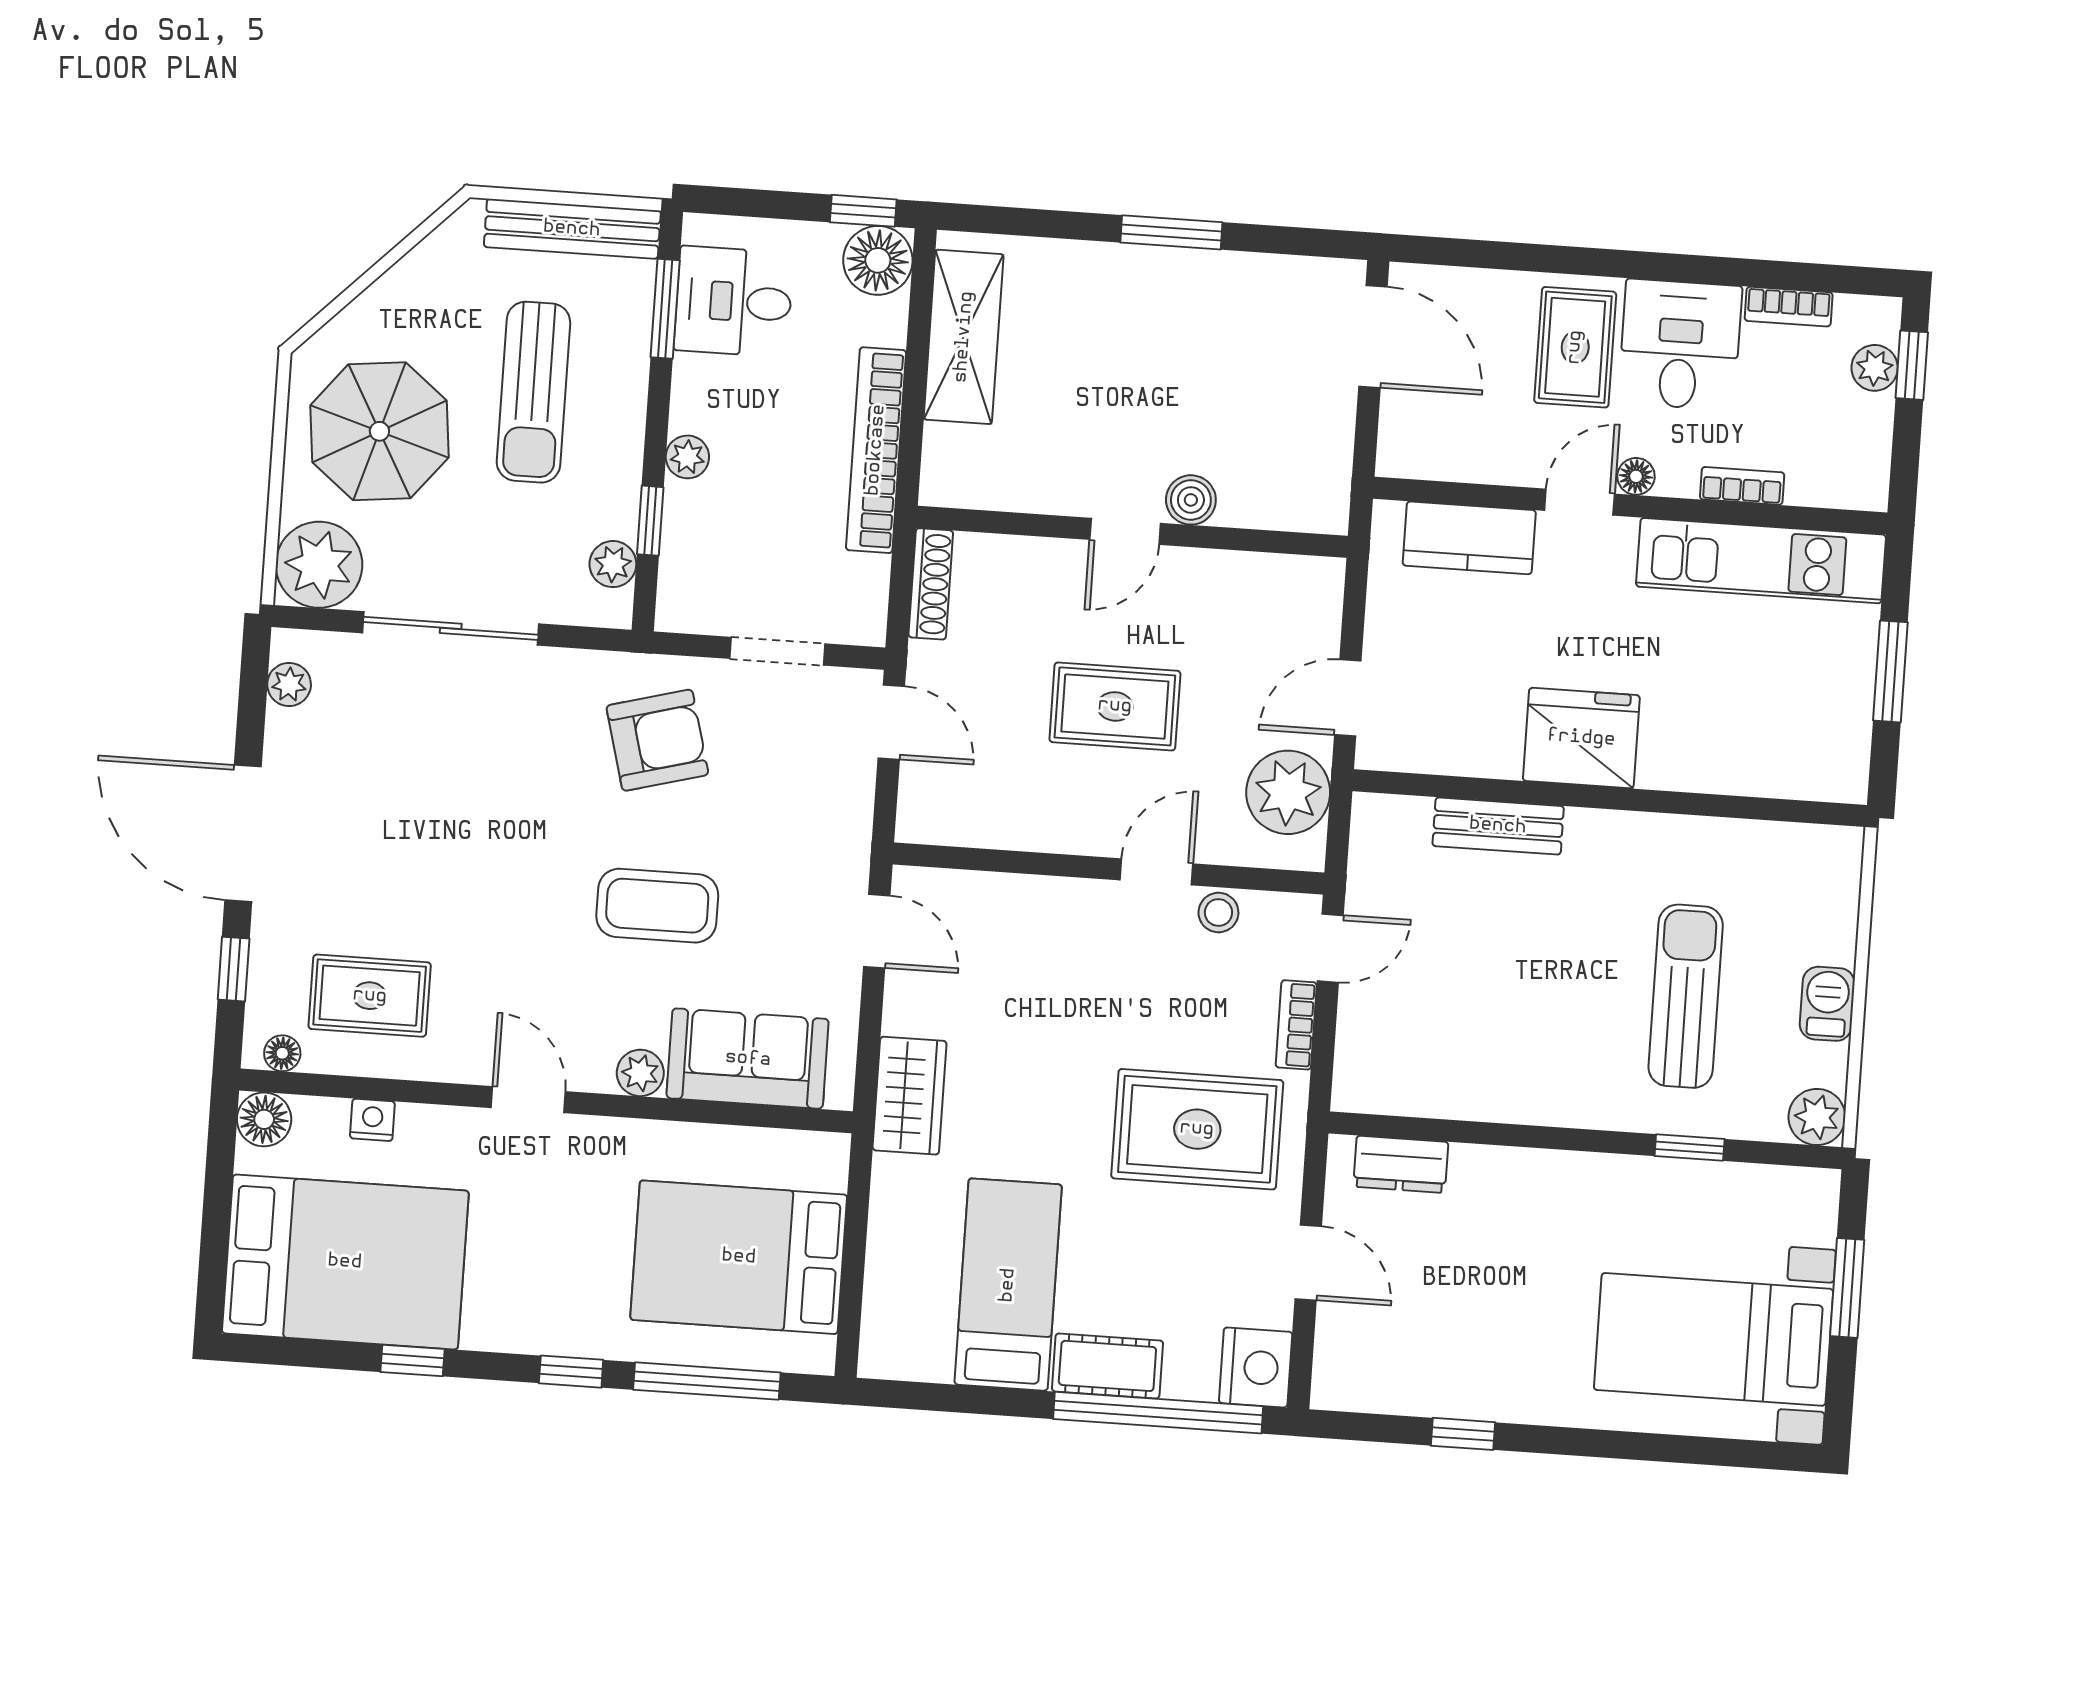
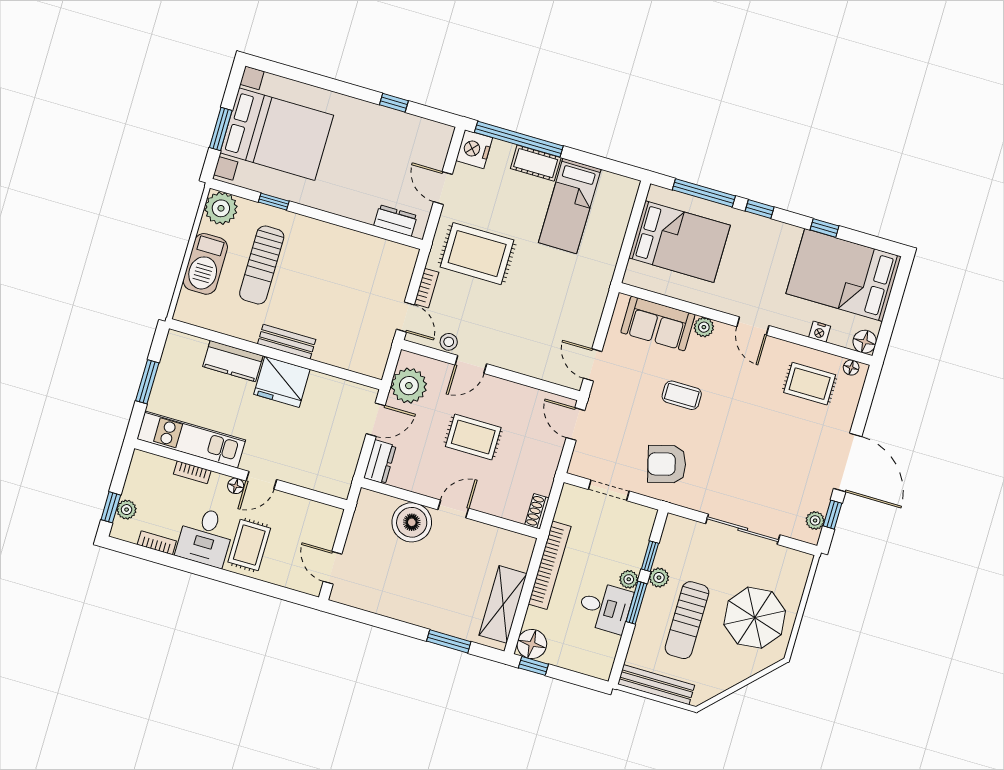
window: (1171, 232) -> (449, 641), moved
desk: (734, 302) -> (605, 607), moved
window: (665, 309) -> (636, 603), moved
door: (1373, 336) -> (332, 568), width x0.73
sun lounger: (533, 392) -> (687, 620), turned 180
boiler: (1191, 500) -> (412, 522), width x1.86, depth x1.86
kitchen counter: (1469, 538) -> (233, 361), moved, turned 180
plant: (613, 564) -> (659, 578), moved
plant: (319, 565) -> (792, 568), removed
shoe rack: (931, 584) -> (537, 511), width x0.70
dresser: (1317, 603) -> (380, 462), added
door: (891, 722) -> (575, 424), moved
bench: (1498, 826) -> (287, 342), moved
coffee table: (657, 906) -> (682, 395), width x0.73, depth x0.77
door: (1330, 948) -> (405, 317), swing flipped
window: (234, 969) -> (833, 515), moved
barbecue: (1827, 1004) -> (205, 264), width x1.88, depth x1.53
wardrobe: (910, 1096) -> (594, 293), removed
plant: (1817, 1117) -> (221, 208), width x1.36, depth x1.36
bed with nightstands: (1714, 1339) -> (277, 134), width x1.36

